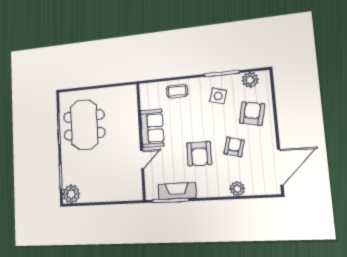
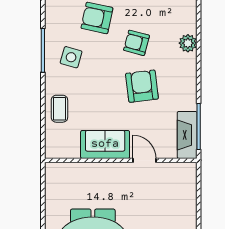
plant: (250, 80) -> (55, 17), removed
armchair: (199, 154) -> (142, 86), turned -97
fireplace: (177, 191) -> (187, 135), moved

